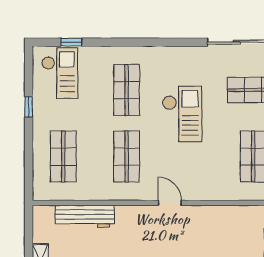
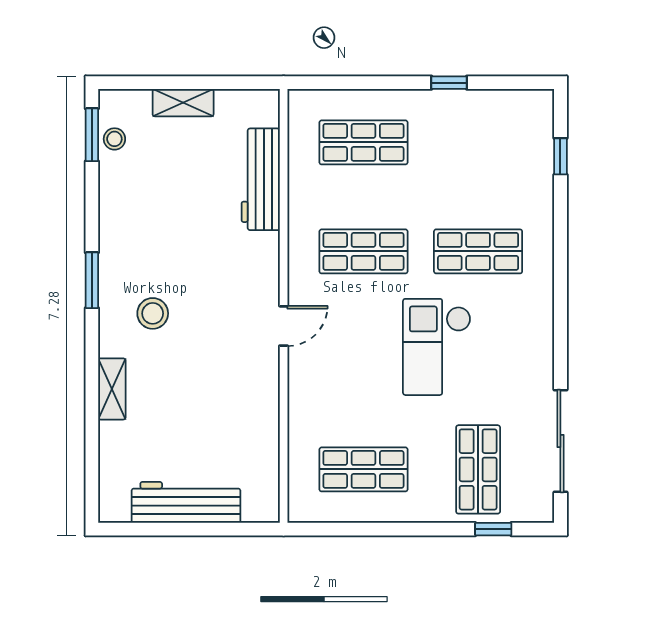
checkout: (60, 73) -> (507, 136), removed
checkout: (182, 114) -> (437, 347), turned 90

